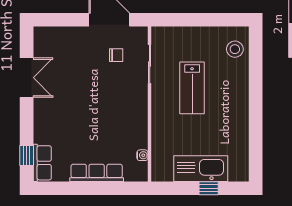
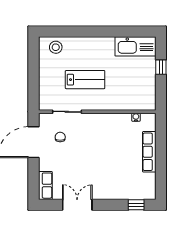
row of seats: (42, 163) -> (45, 186), moved, turned 90
kitchen sink: (201, 169) -> (135, 46), moved, turned -90

